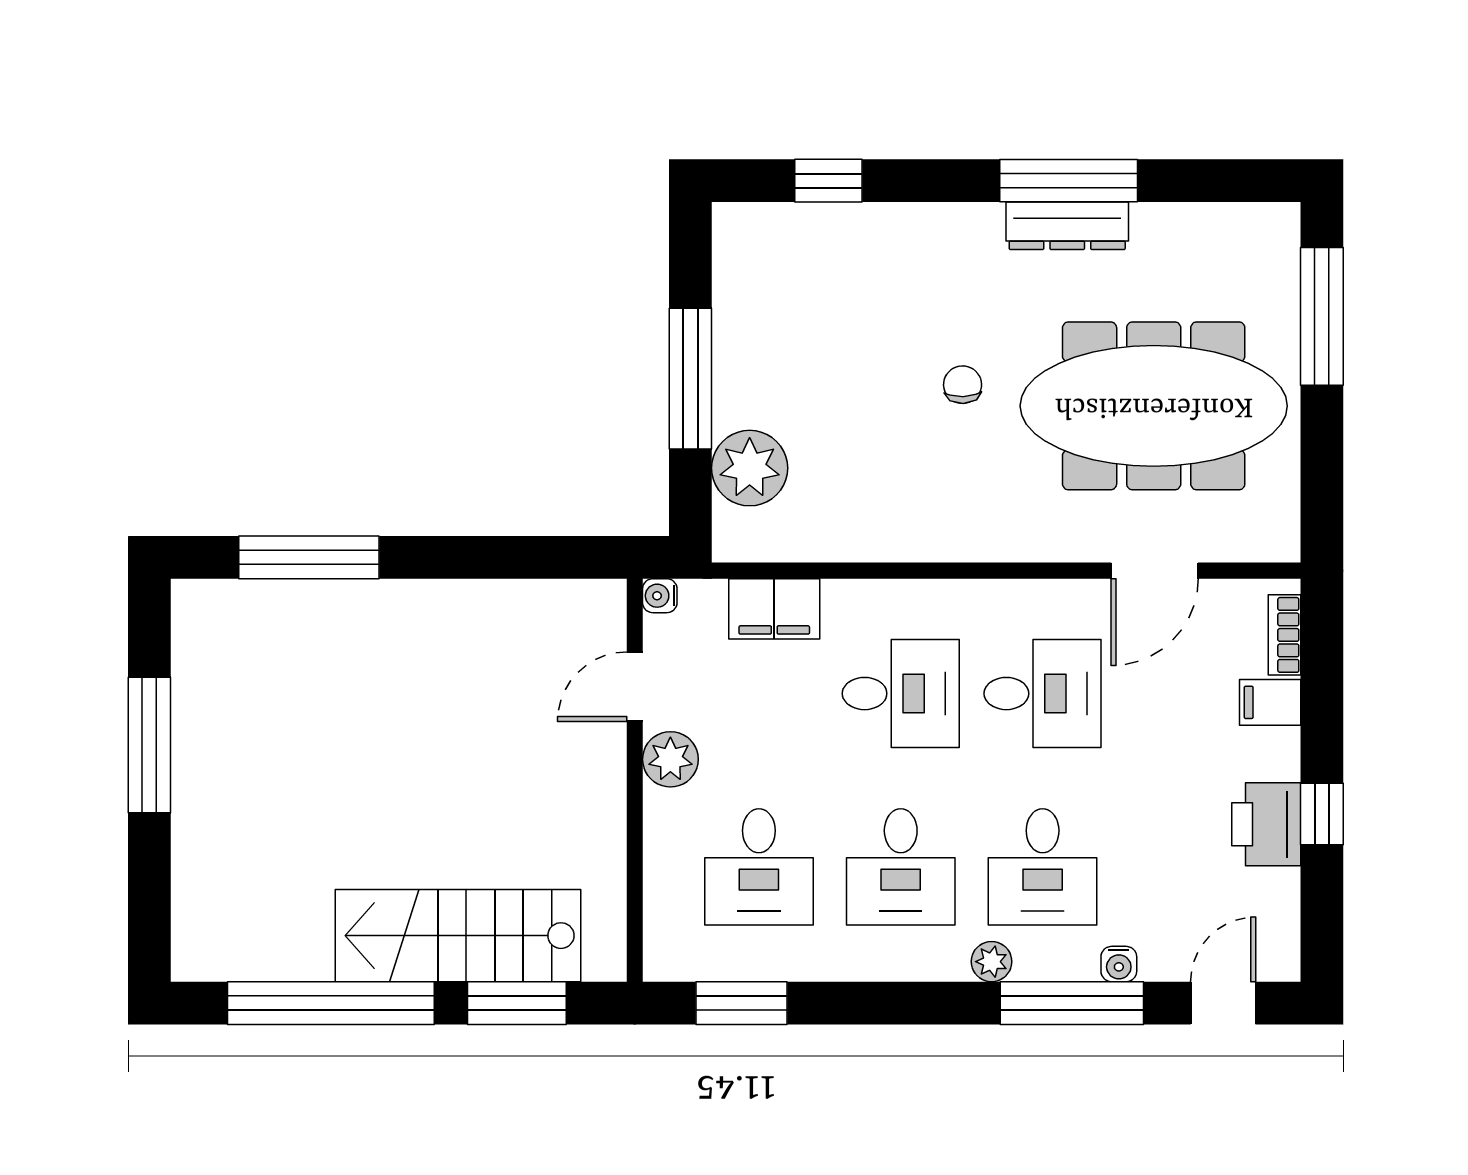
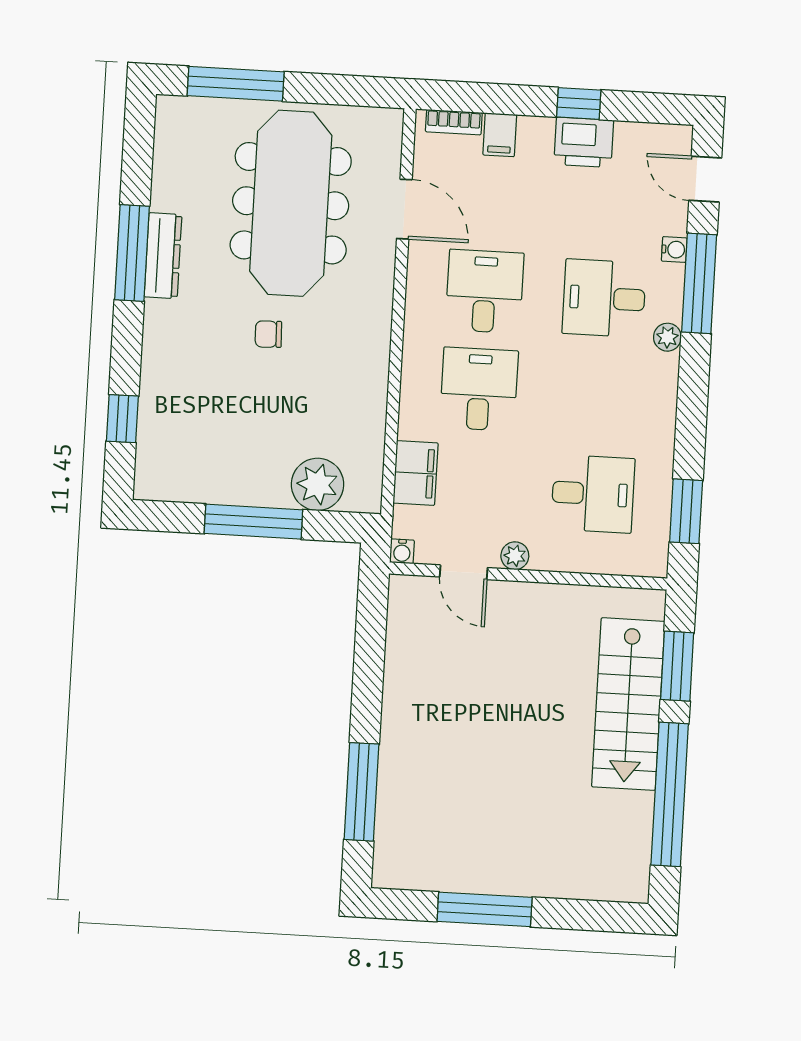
plant: (670, 759) -> (515, 556), width x0.73, depth x0.73
desk: (901, 867) -> (599, 396), removed
desk: (1043, 867) -> (604, 298), turned 180

